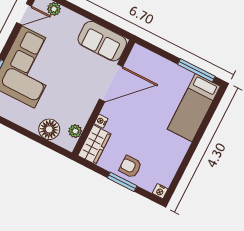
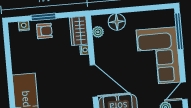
door: (111, 83) -> (94, 81), swing flipped
nightstand: (160, 191) -> (24, 26), moved

